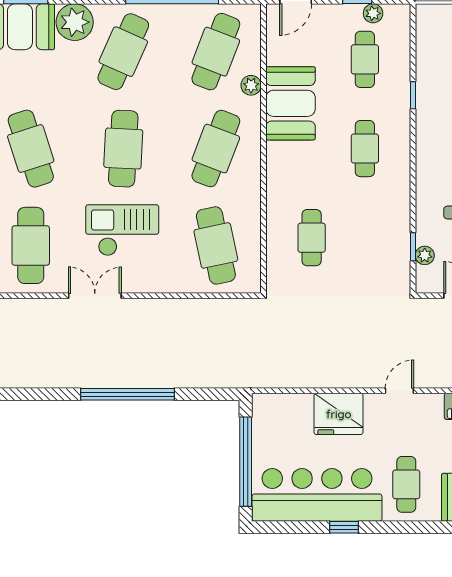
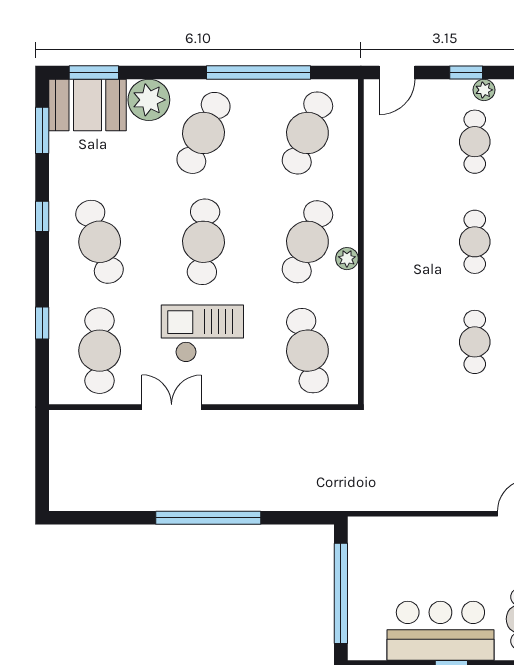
plant: (251, 85) -> (347, 259), moved
booth: (290, 103) -> (391, 191), removed
cafe table: (312, 238) -> (475, 342), moved
fridge: (339, 414) -> (445, 540), removed
bar counter: (317, 495) -> (440, 631), width x0.73

